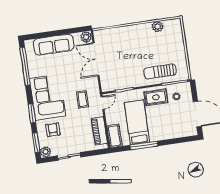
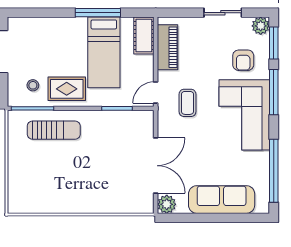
plant: (158, 26) -> (47, 204), removed
window: (32, 113) -> (274, 92), width x1.44

